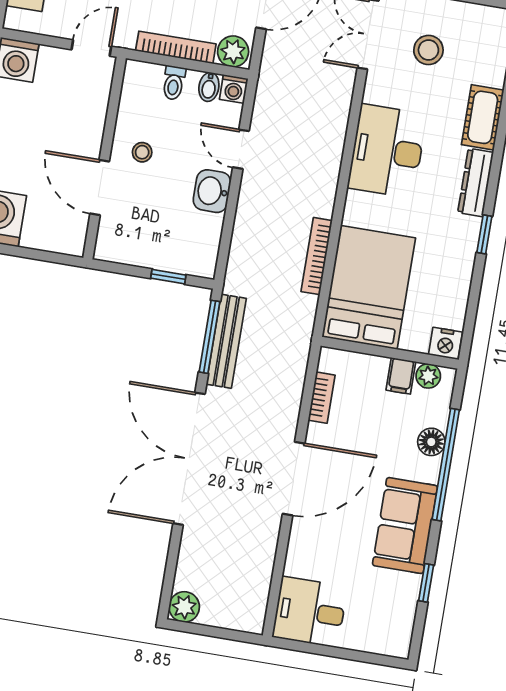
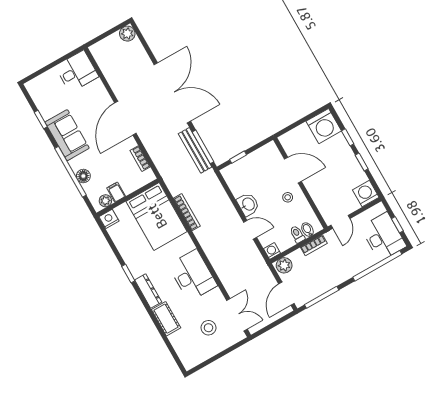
bookcase: (176, 47) -> (314, 245), width x0.64
bidet: (209, 87) -> (307, 230), moved

